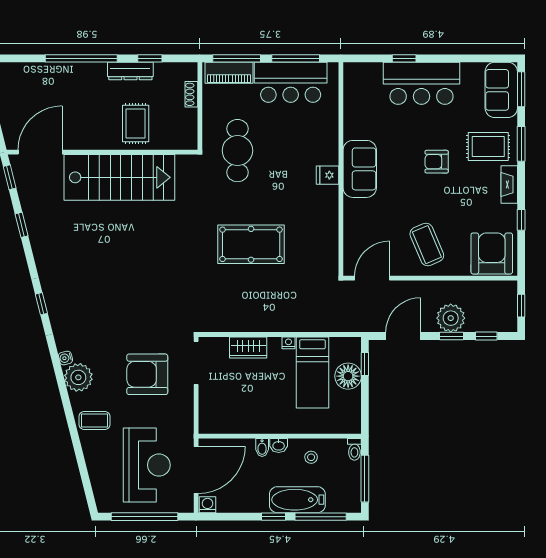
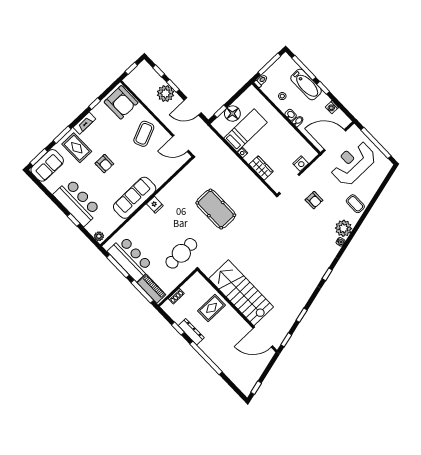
plant: (355, 70) -> (99, 236), added
sofa: (360, 169) -> (135, 198), width x1.36
armchair: (492, 253) -> (121, 102), turned -90
armchair: (147, 374) -> (314, 200), width x0.53, depth x0.53
nightstand: (207, 401) -> (301, 163), added
washing machine: (207, 505) -> (332, 107), moved

